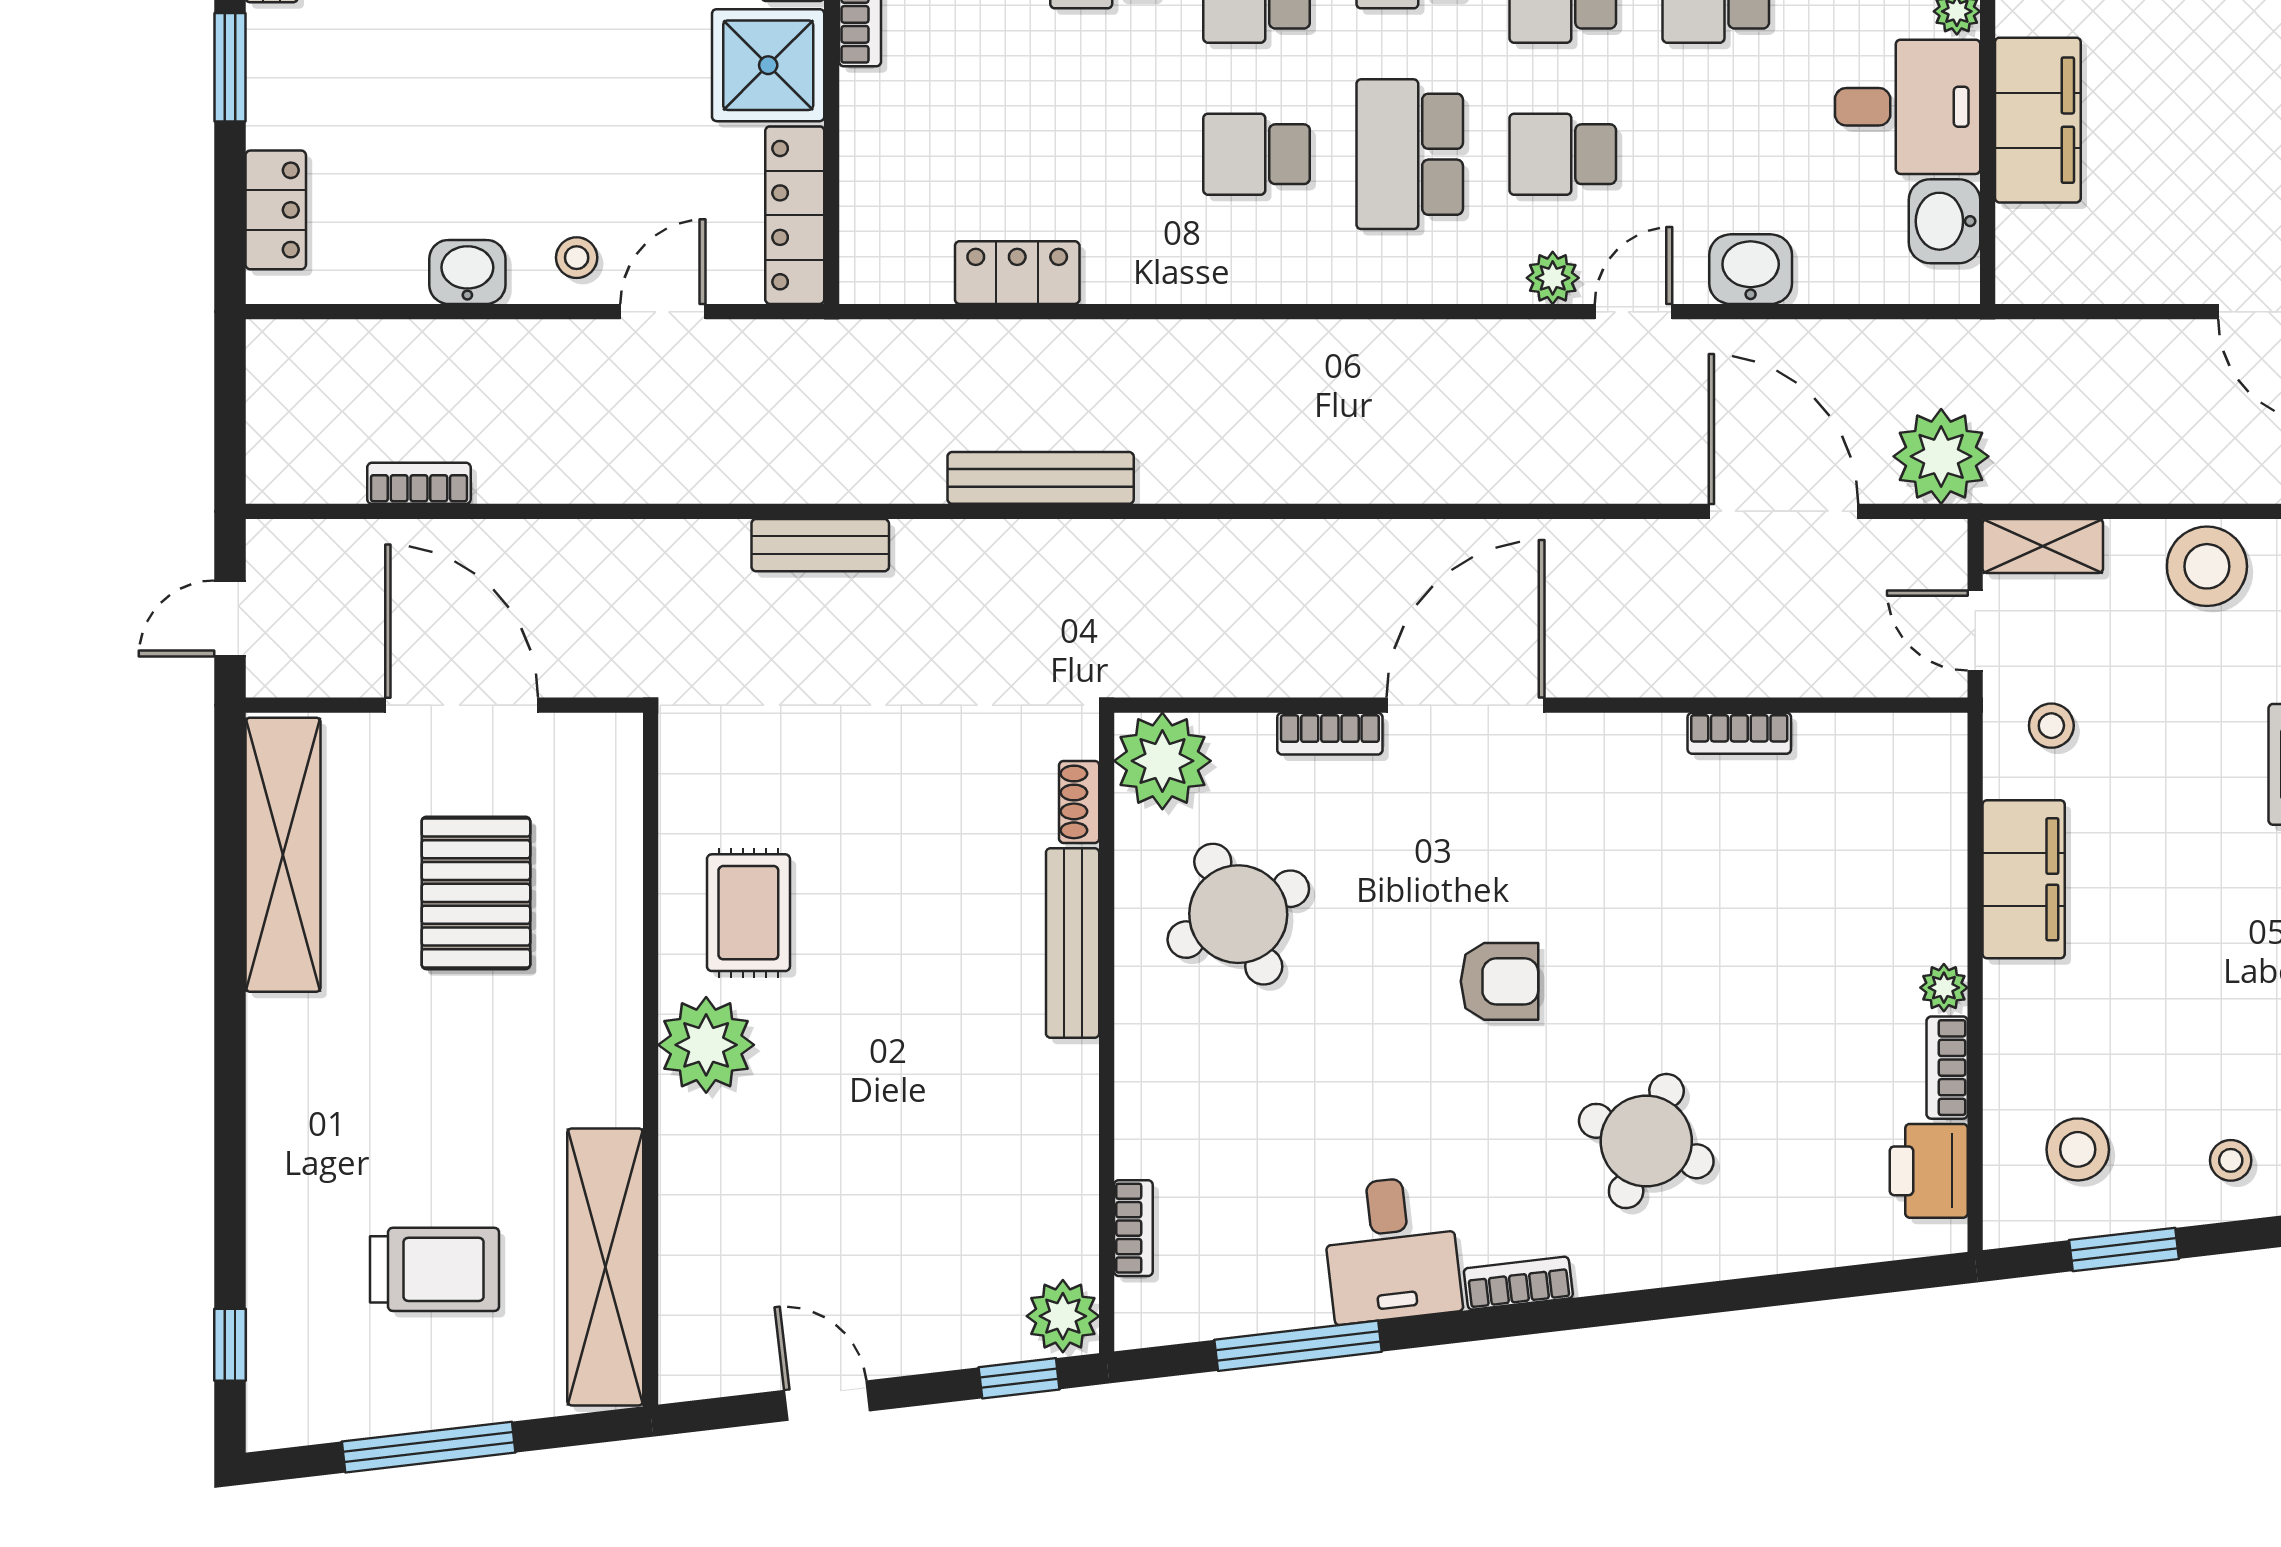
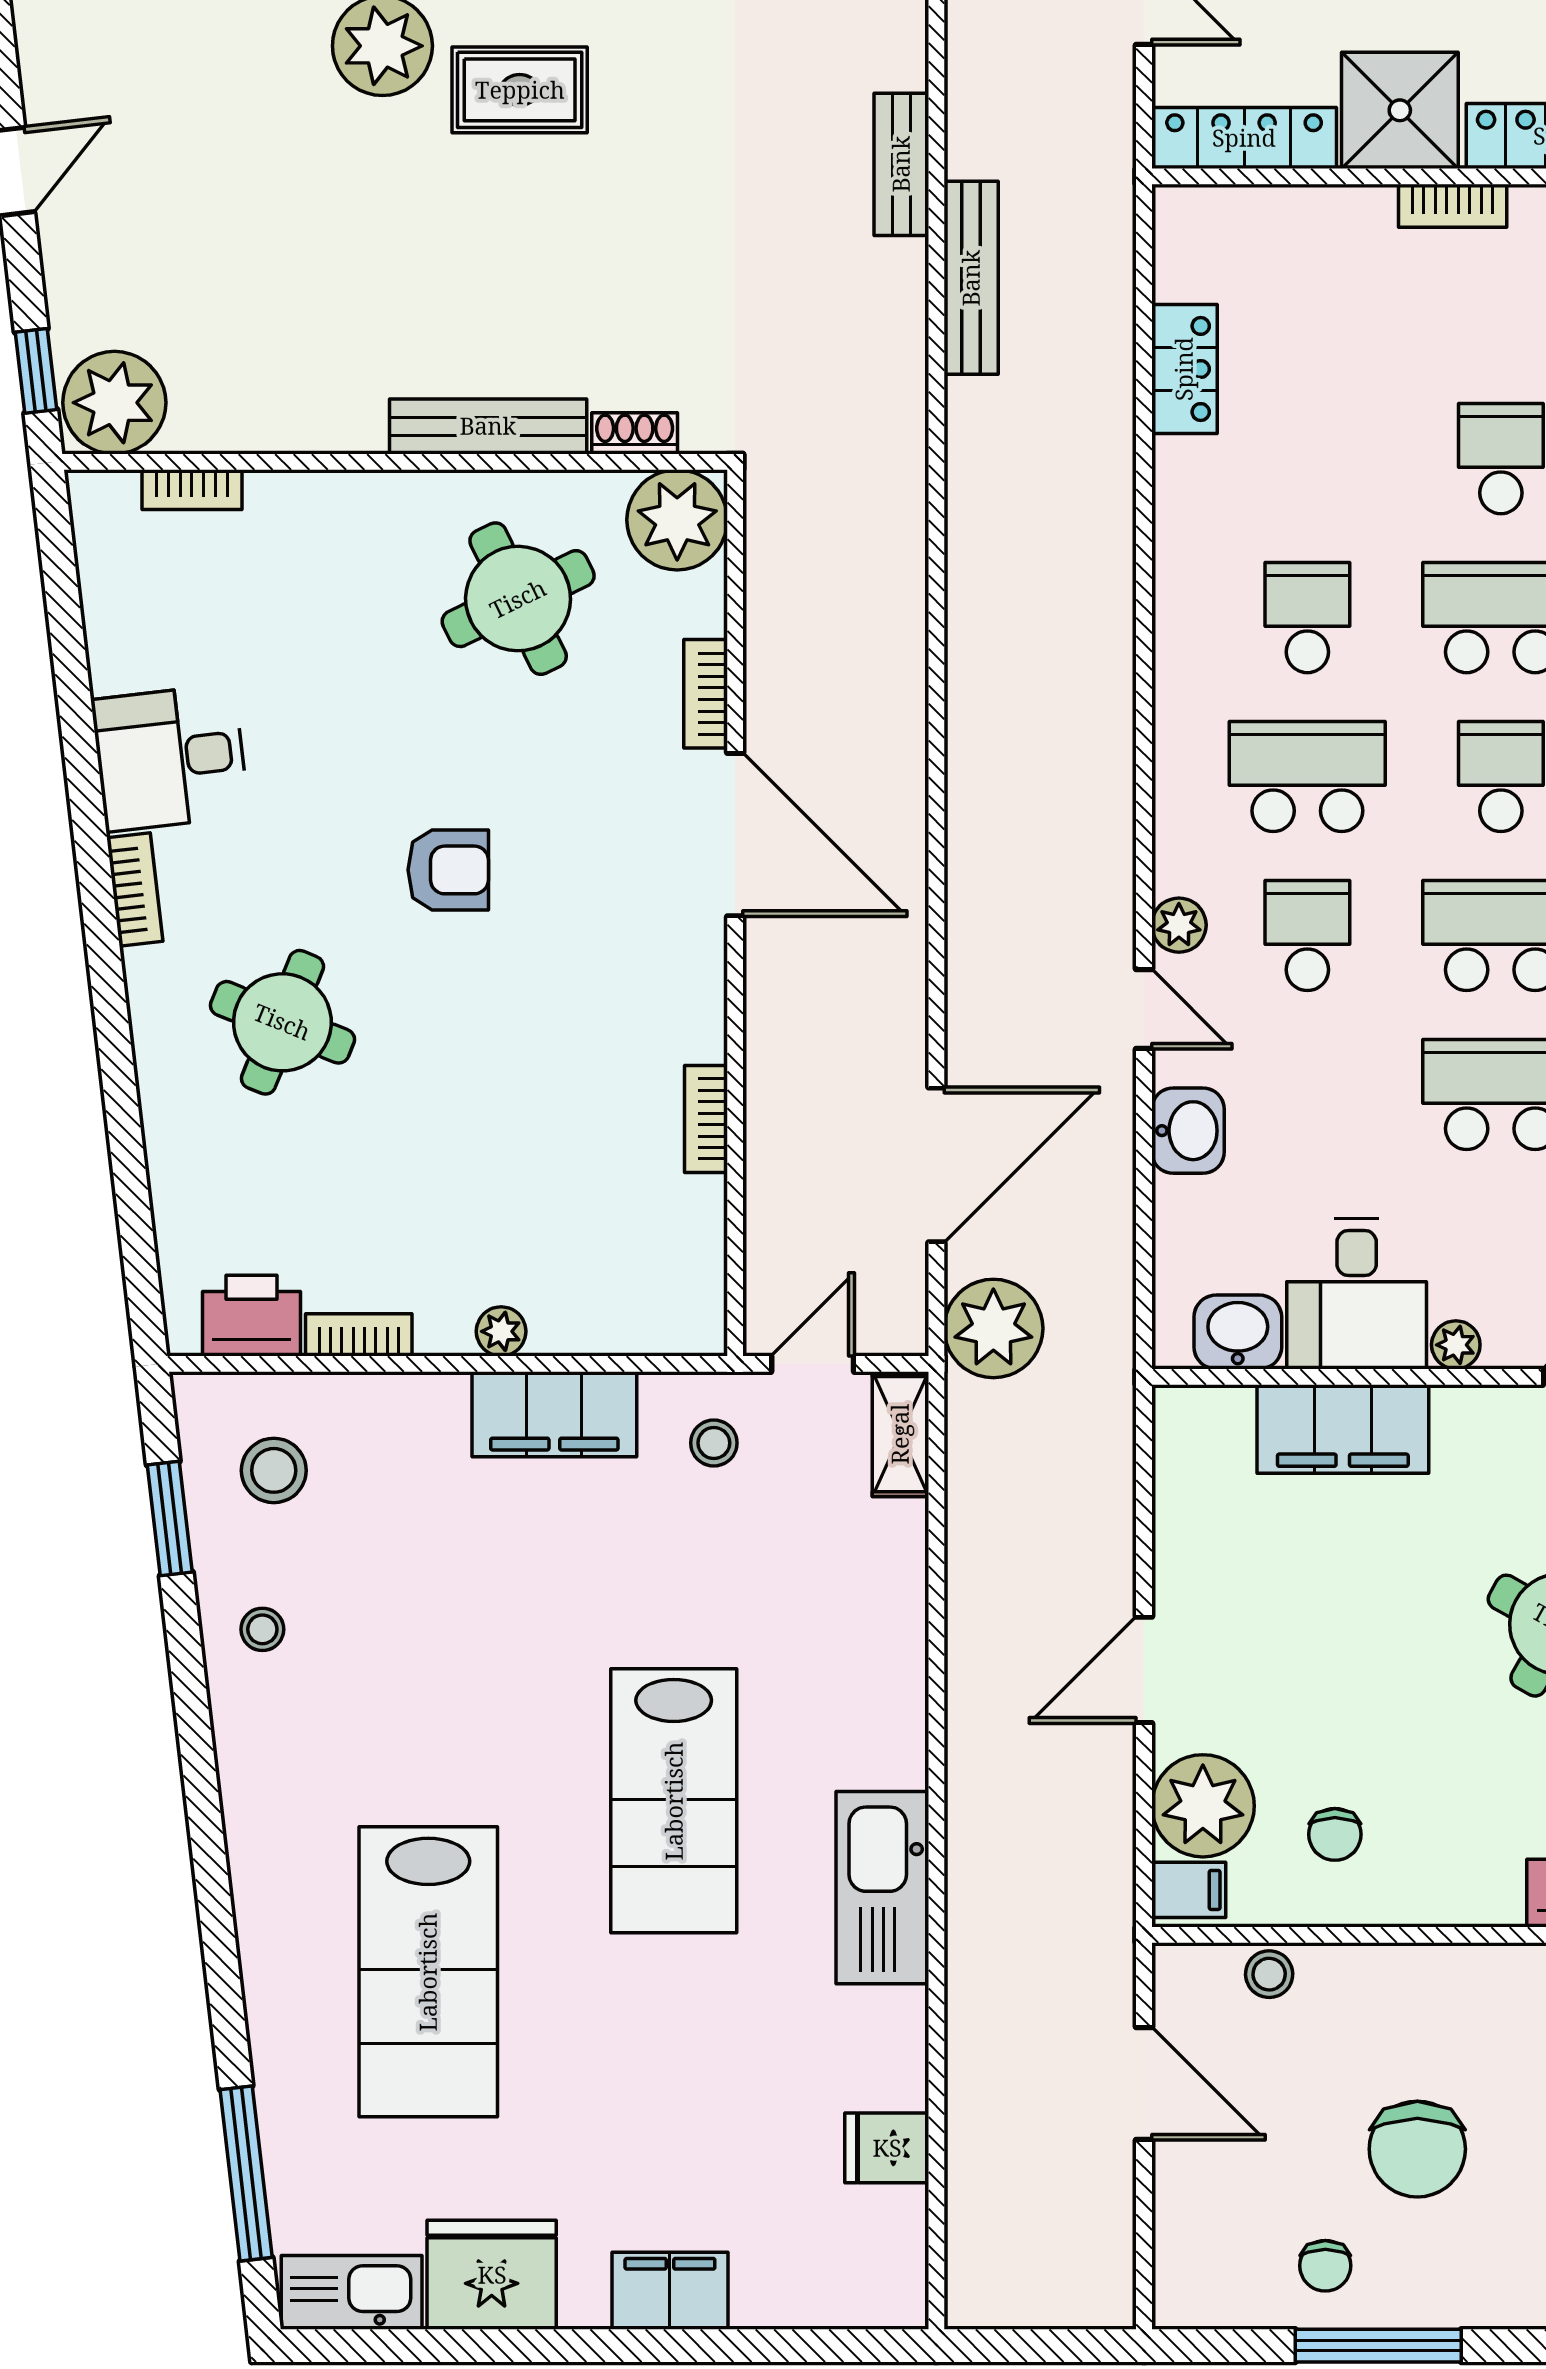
bench: (1041, 478) -> (971, 278), moved
stool: (2207, 566) -> (879, 1605), removed
armchair: (1500, 981) -> (448, 870), turned -90
plant: (1944, 988) -> (501, 1331), moved
plant: (1063, 1316) -> (114, 403), width x1.36, depth x1.36
window: (1298, 1346) -> (70, 661), removed

